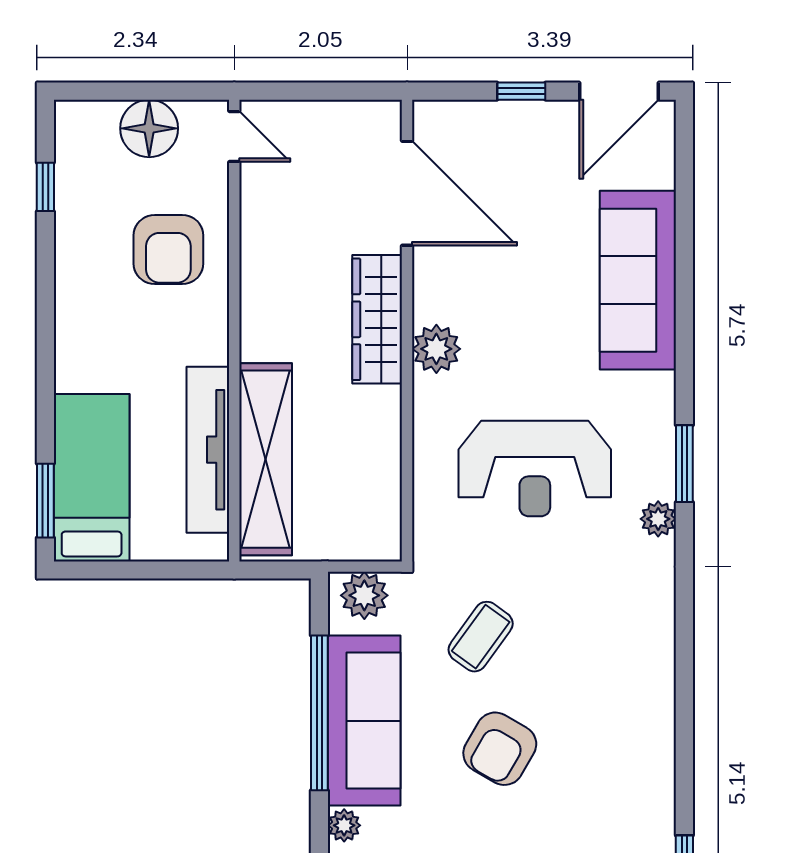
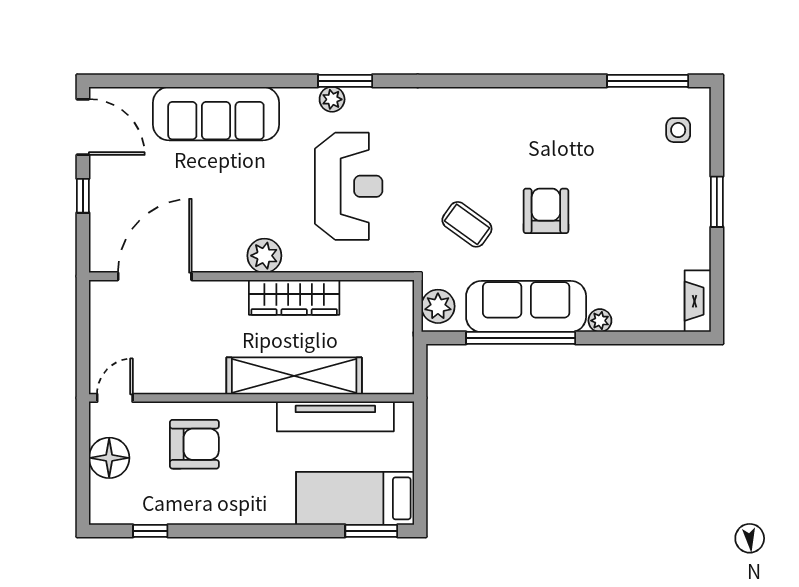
wardrobe: (377, 319) -> (294, 297), moved
shelving: (266, 459) -> (294, 376), moved
plant: (658, 519) -> (332, 99), moved
armchair: (500, 749) -> (546, 211), turned -120

